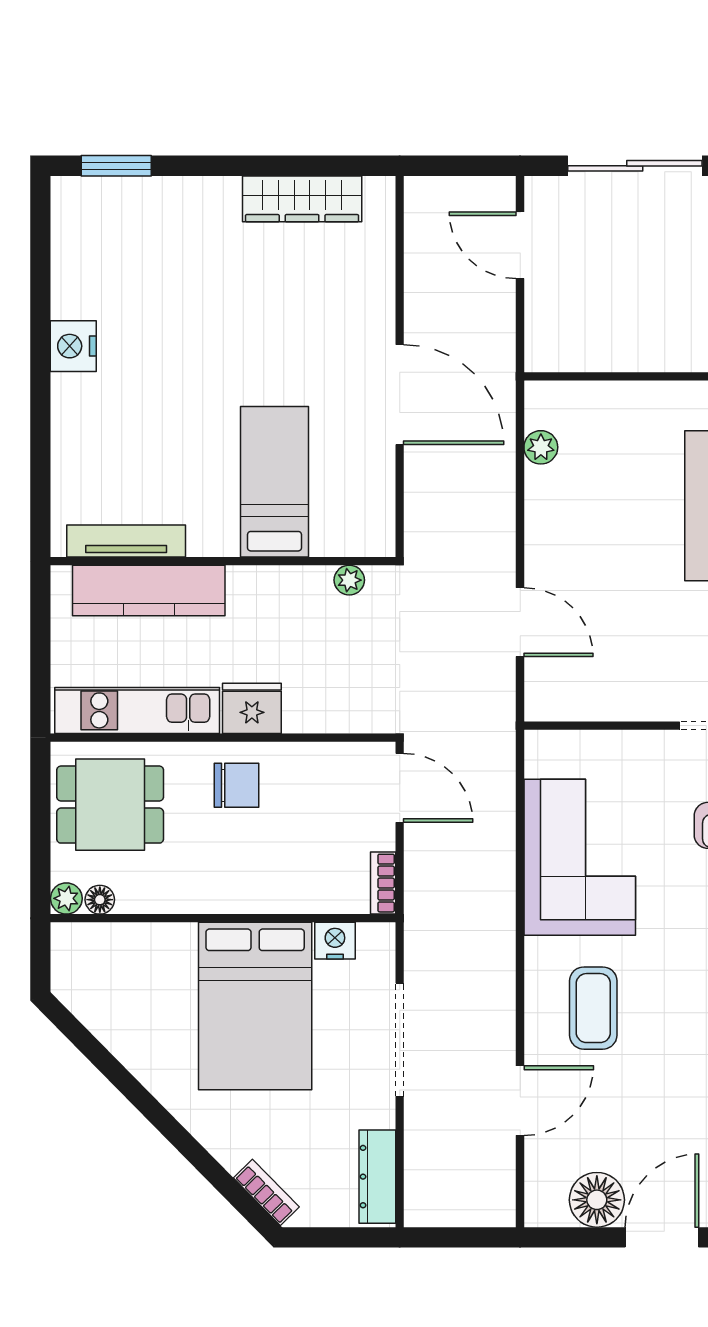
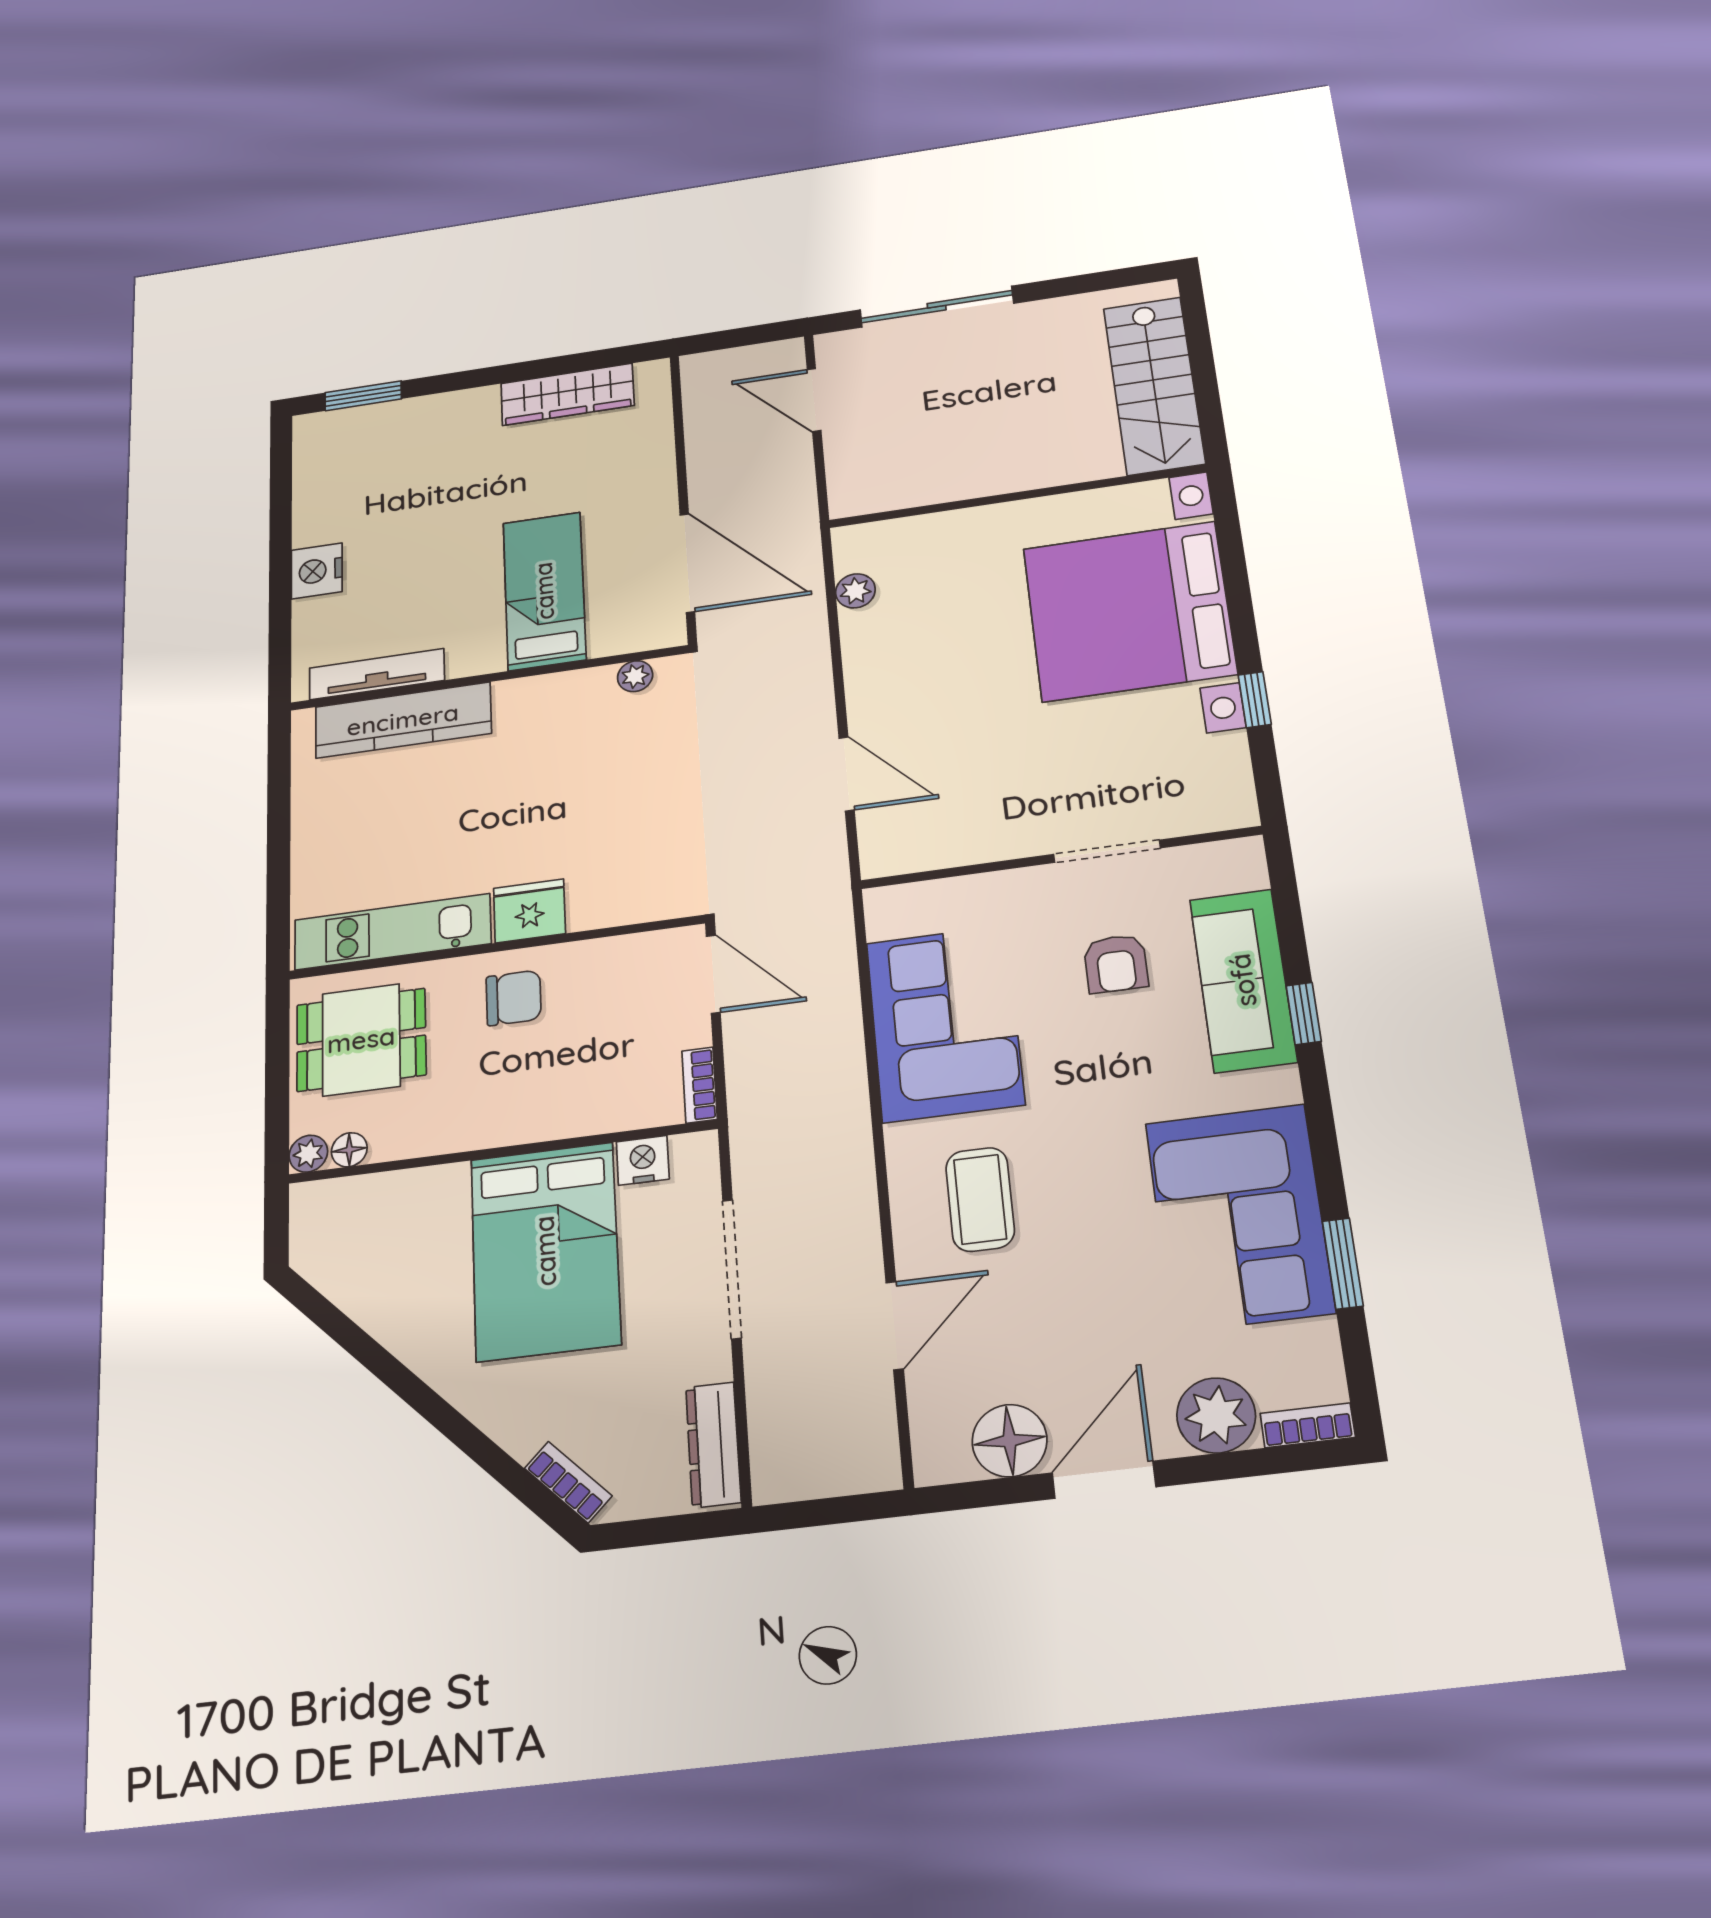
bed: (275, 482) -> (544, 591), moved
tv unit: (126, 541) -> (377, 674), moved
wall: (223, 561) -> (488, 678), moved
plant: (349, 580) -> (635, 676), moved
kitchen counter: (149, 590) -> (403, 720), moved

